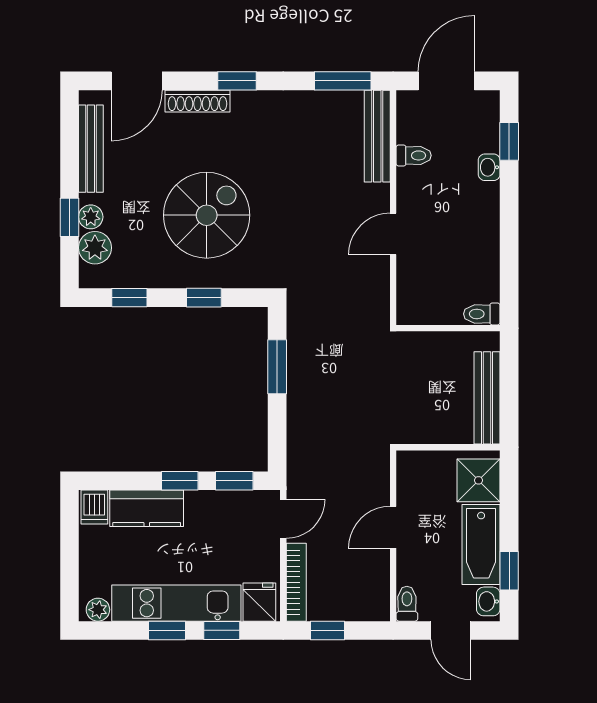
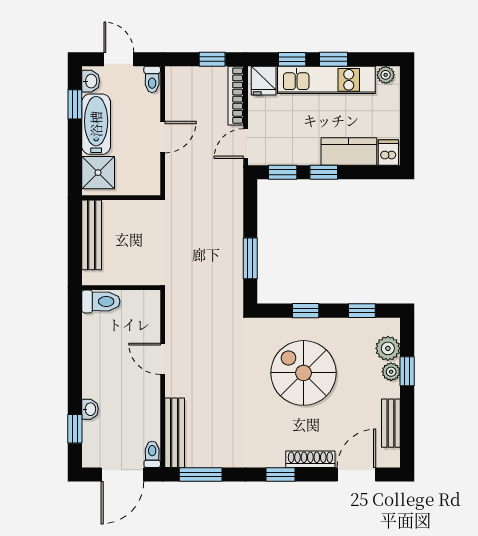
bench: (91, 149) -> (391, 423), width x0.73
toilet: (414, 155) -> (152, 454), moved, turned 90
spiral stairs: (207, 215) -> (303, 373), turned 90
door: (393, 234) -> (163, 359), swing flipped
toilet: (482, 314) -> (101, 301), width x1.37, depth x1.39

